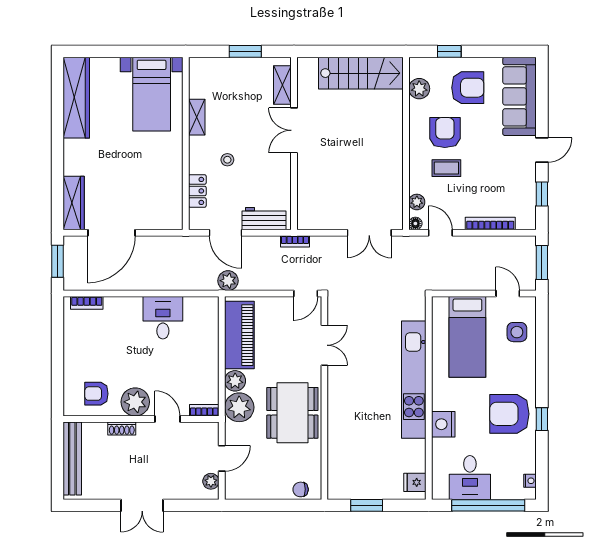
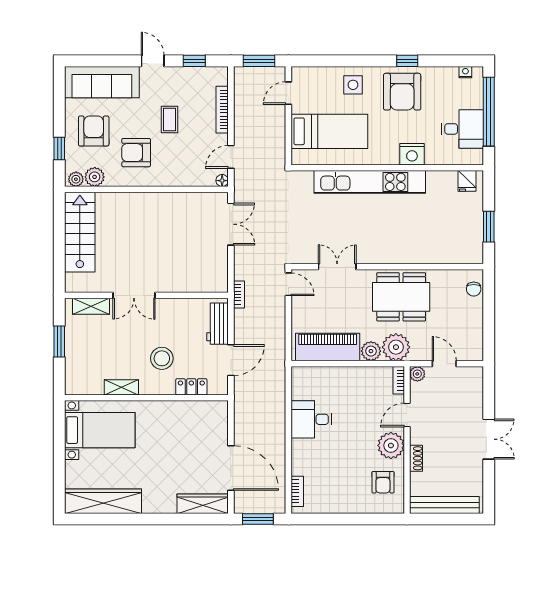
stool: (227, 160) -> (162, 358), width x1.89, depth x1.89
coffee table: (446, 168) -> (170, 120), moved
plant: (417, 202) -> (76, 179), moved
plant: (228, 281) -> (276, 358), removed
side table: (517, 332) -> (353, 85), moved
plant: (211, 481) -> (417, 374), moved

